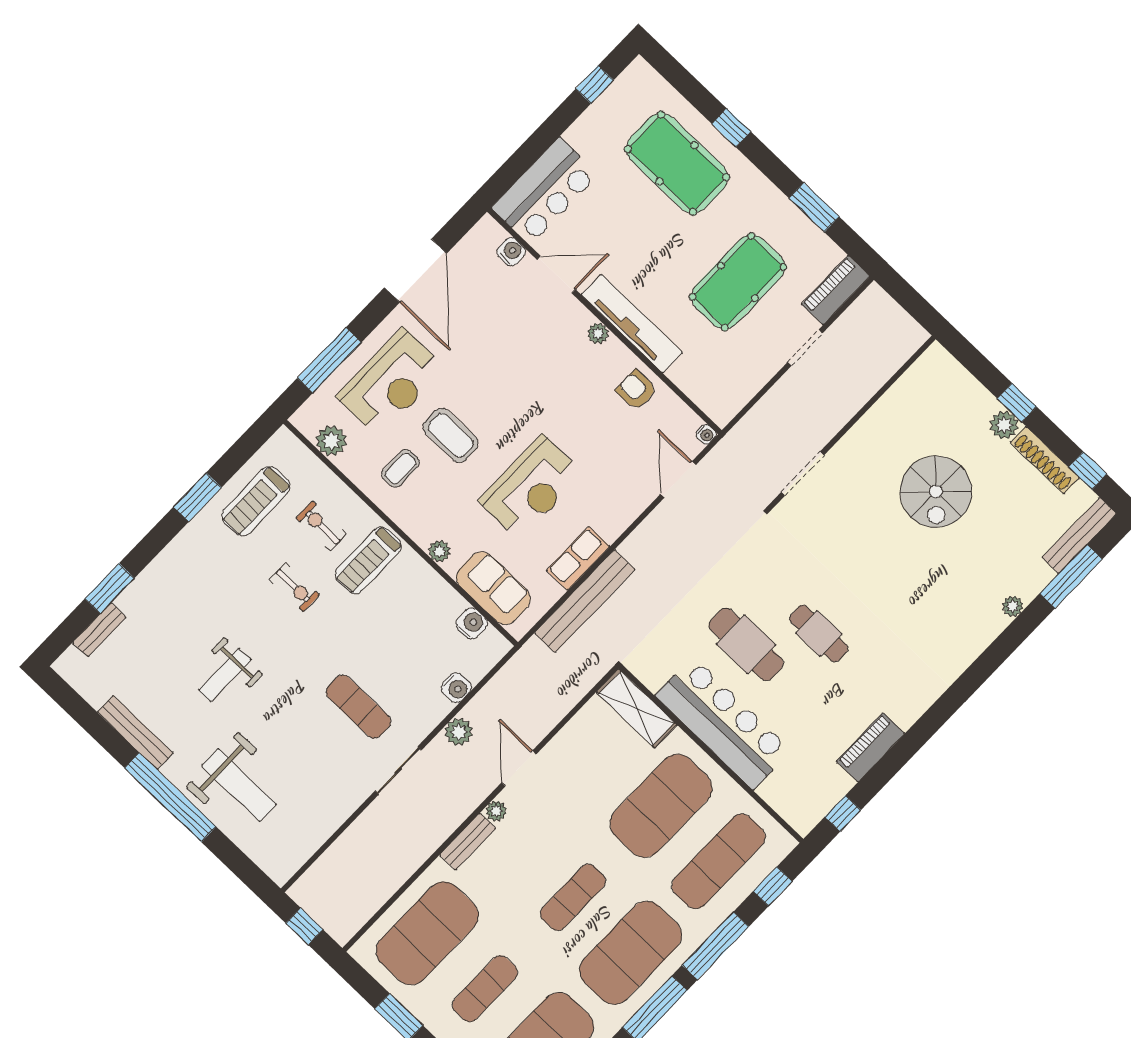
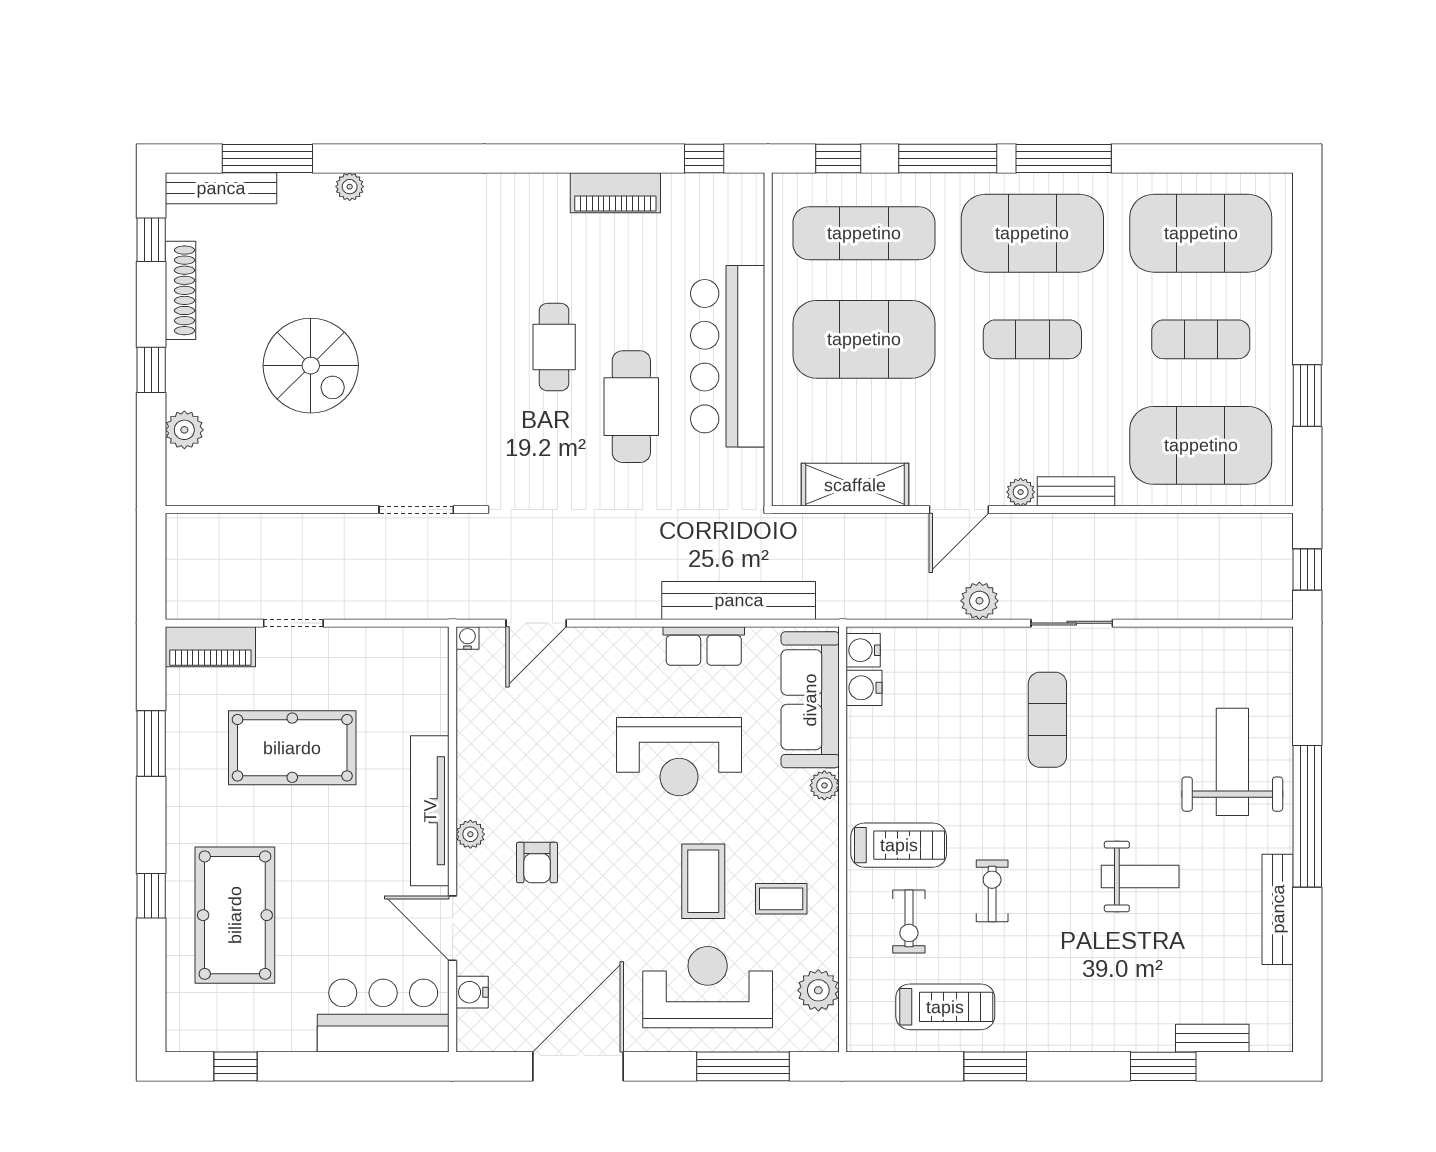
armchair: (636, 390) -> (537, 863), moved
plant: (1004, 425) -> (184, 430), moved
reception desk: (531, 487) -> (679, 757), turned 180
spiral stairs: (936, 492) -> (311, 366), turned 90
sofa: (493, 588) -> (810, 700), width x1.36
water cooler: (456, 688) -> (863, 650), moved, turned -90
shelving: (637, 708) -> (855, 485), moved, turned 90

